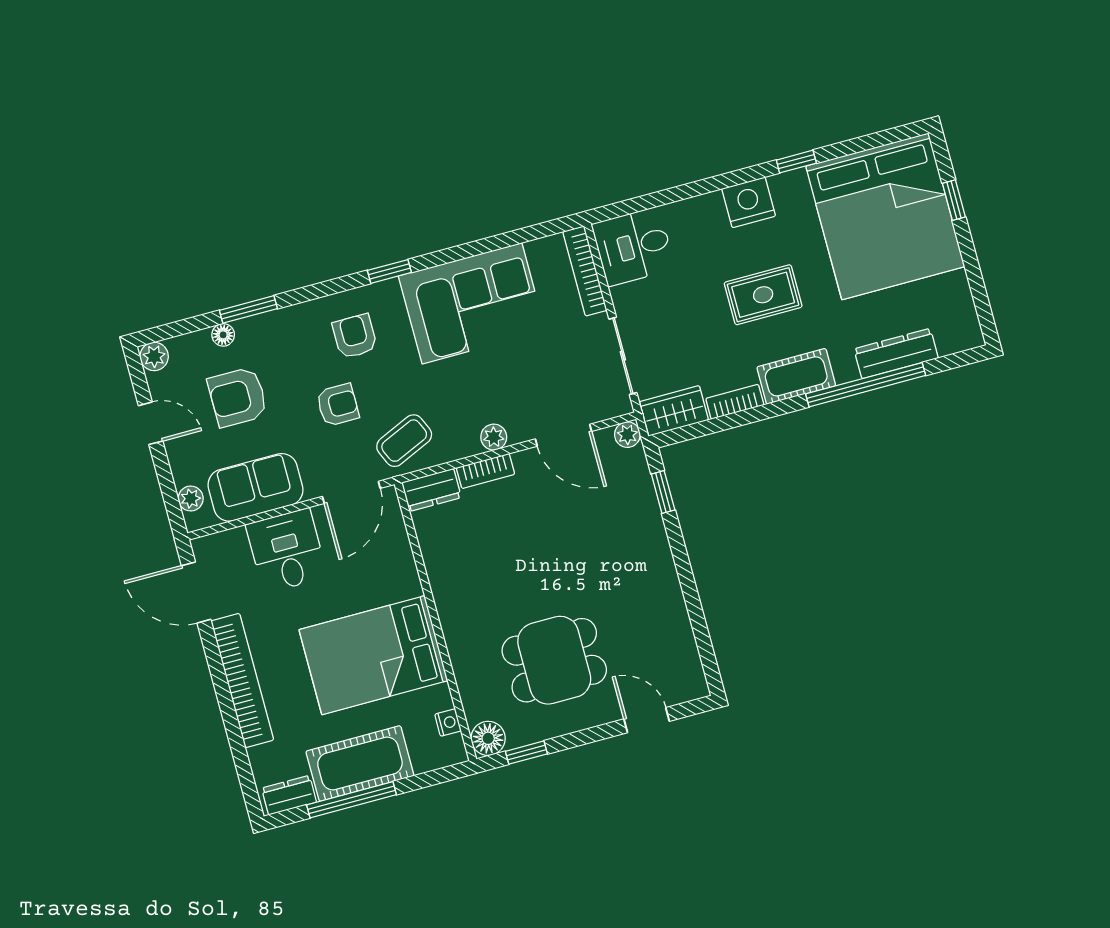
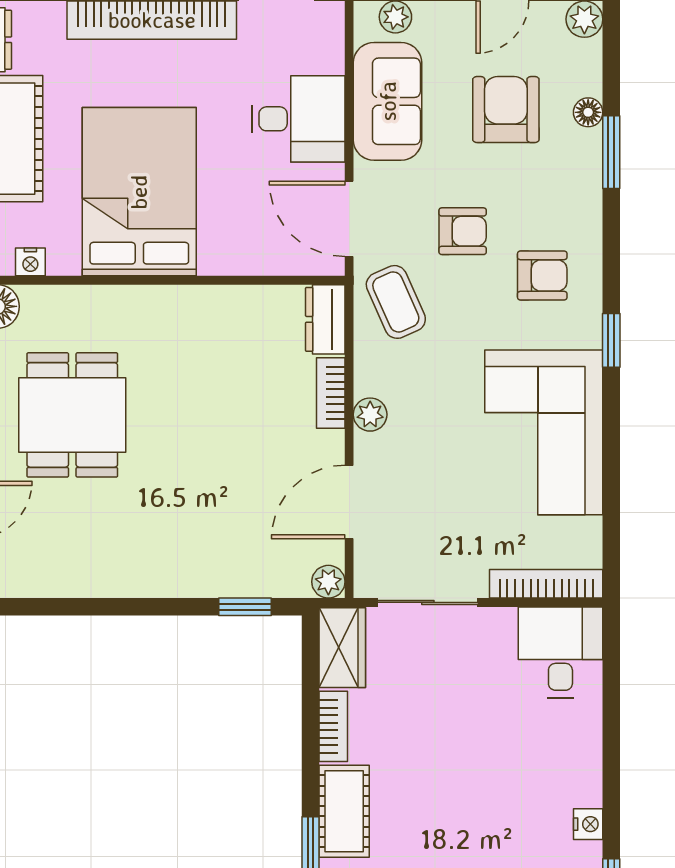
nightstand: (749, 202) -> (588, 824), width x0.53, depth x0.56
rug: (763, 295) -> (457, 797), removed
armchair: (338, 405) -> (463, 231), turned -90

